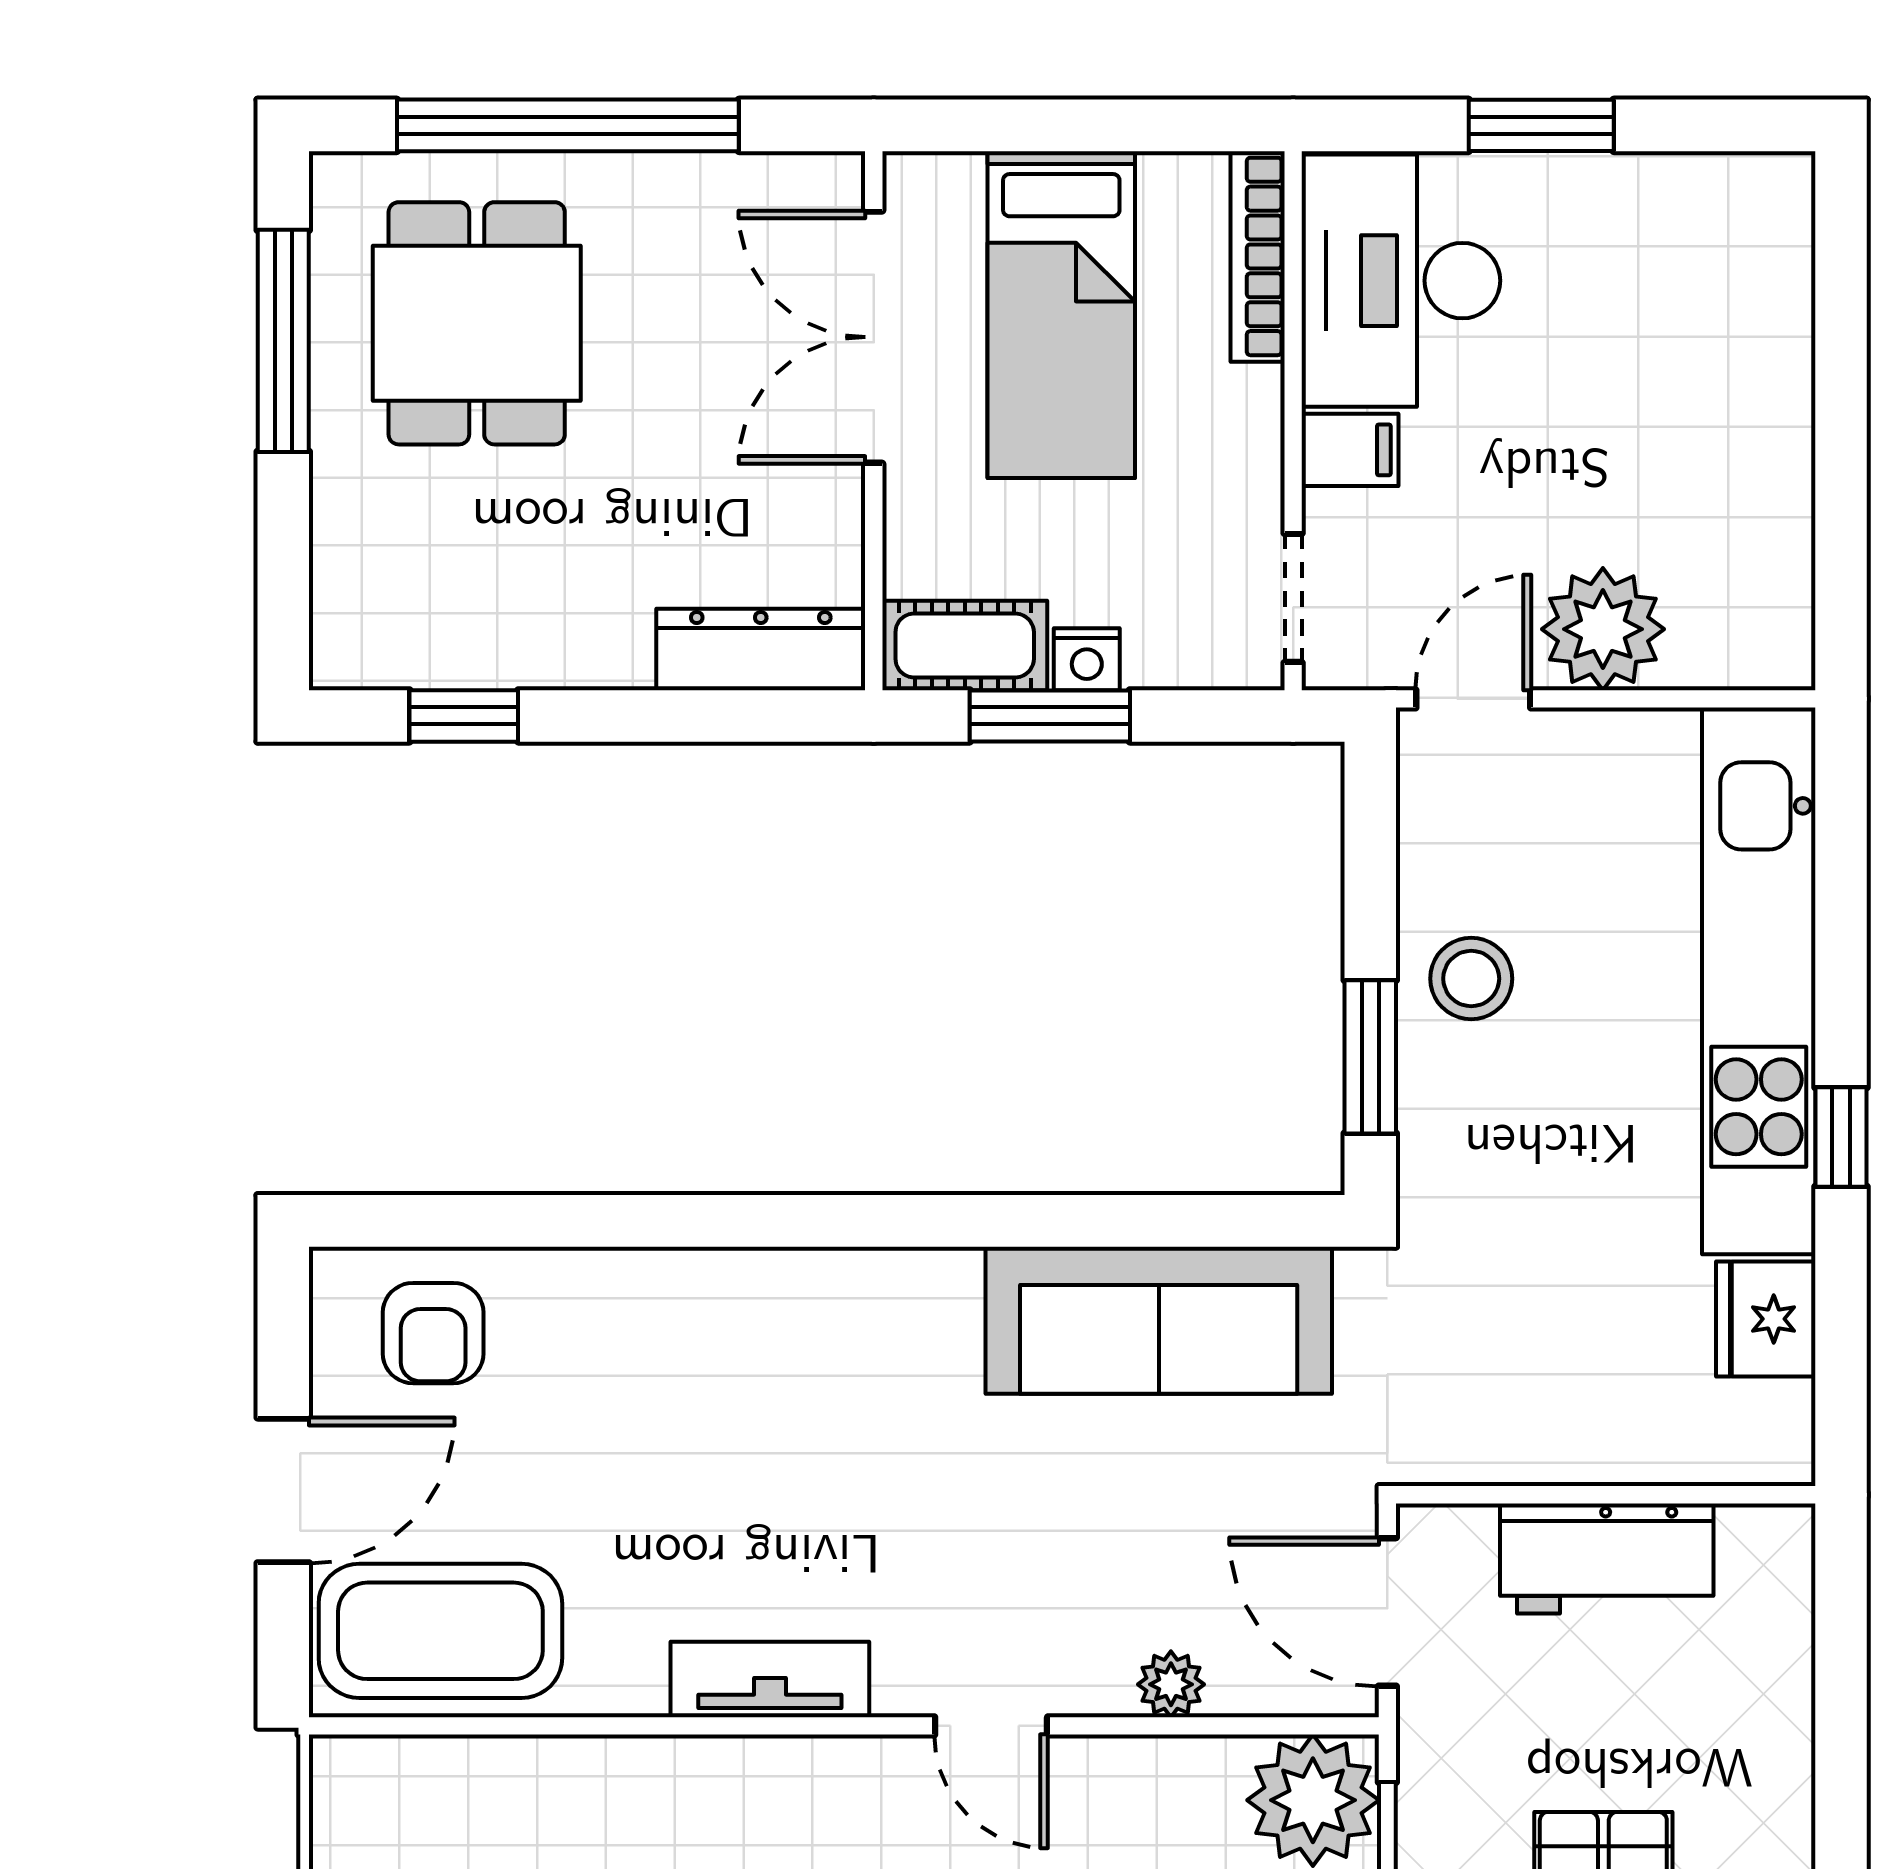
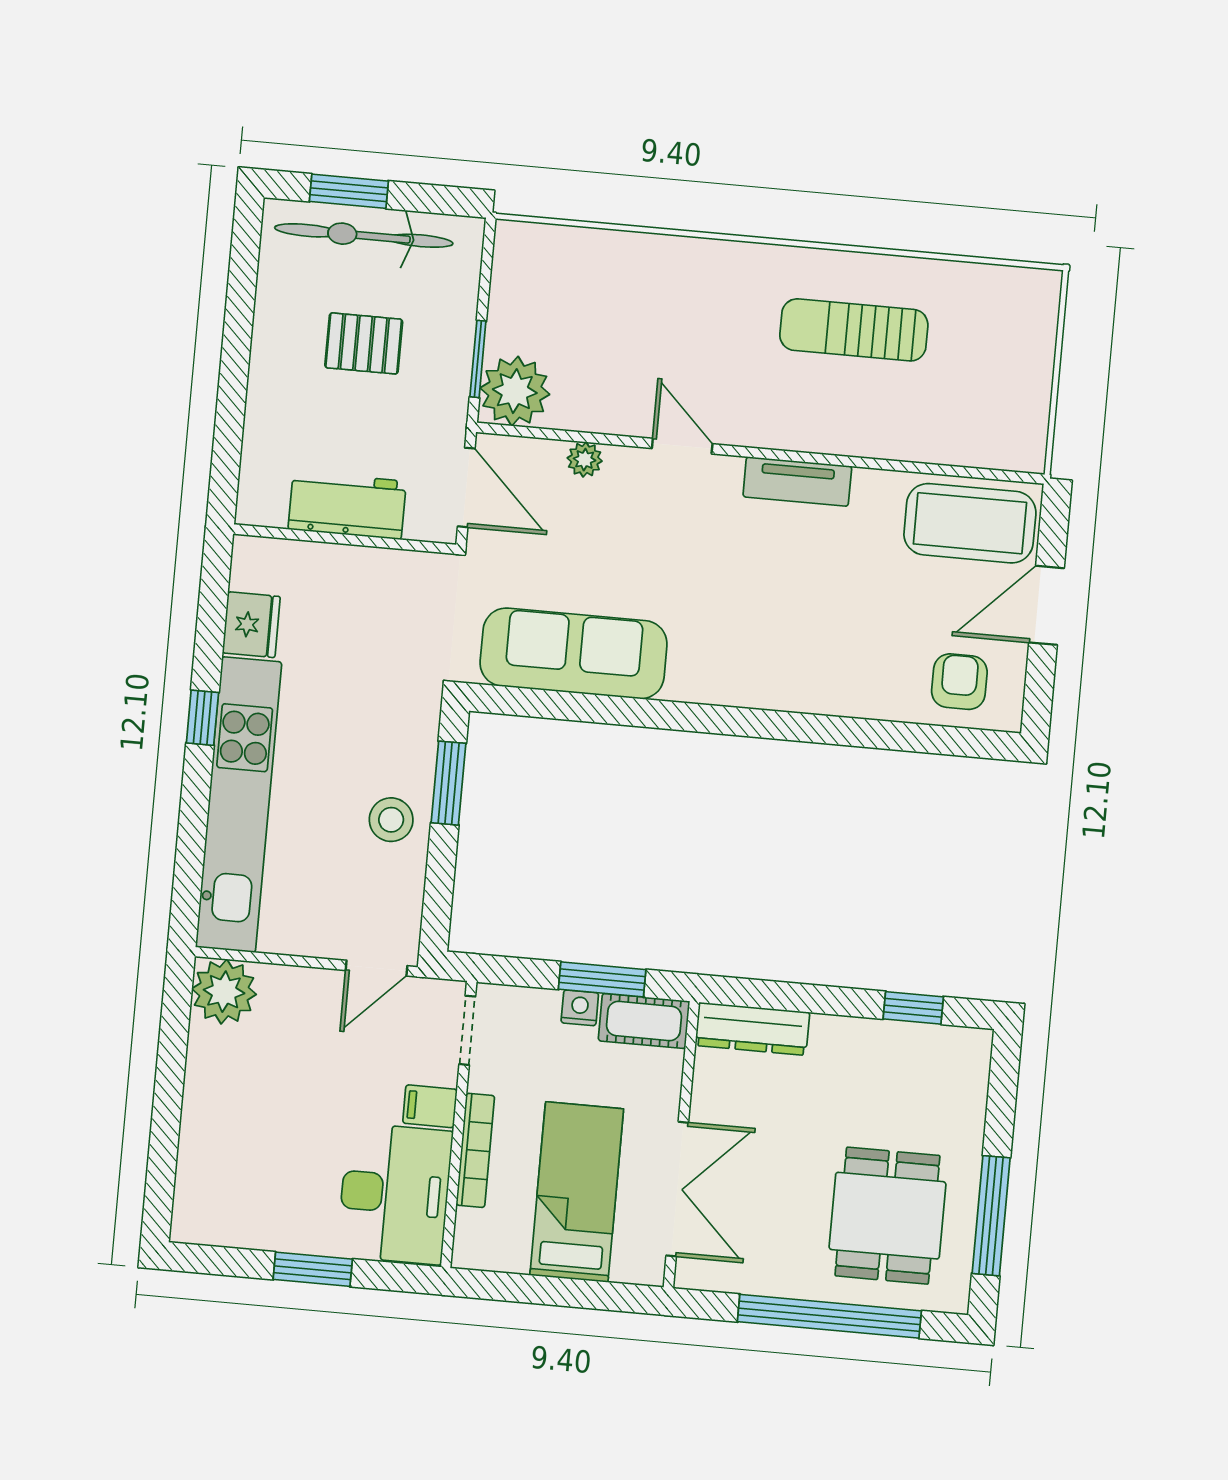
bookcase: (1258, 256) -> (475, 1150), moved
plant: (1603, 629) -> (224, 992), moved

